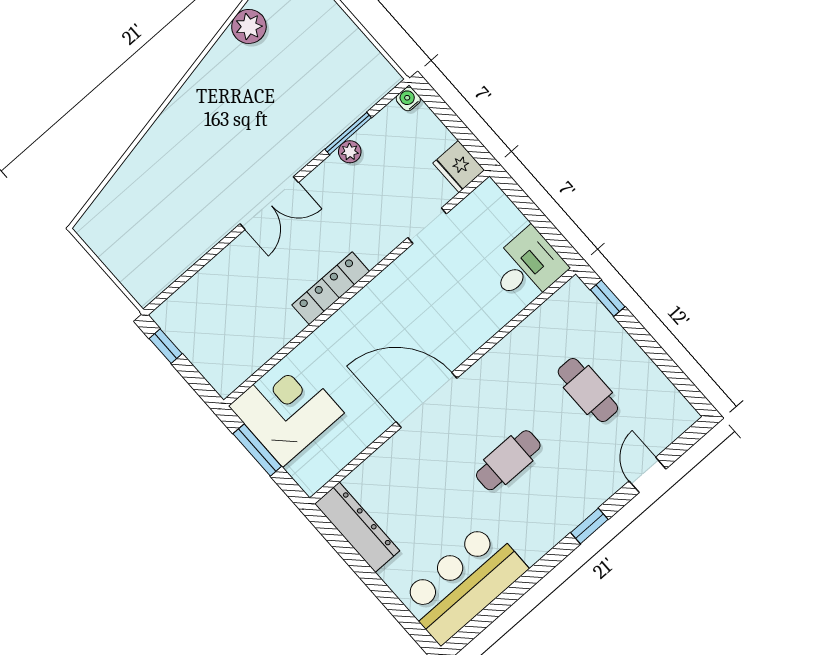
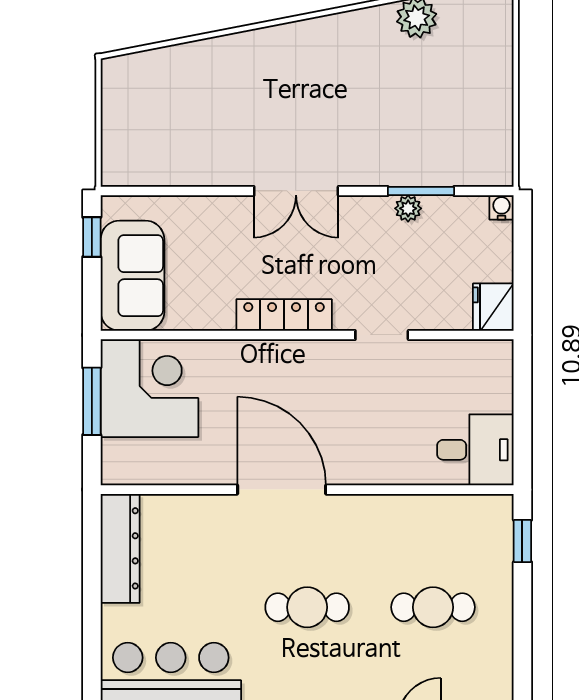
doorway: (427, 226) -> (382, 335), moved
sofa: (213, 348) -> (132, 276), added
cafe table: (588, 390) -> (433, 607), turned 90

